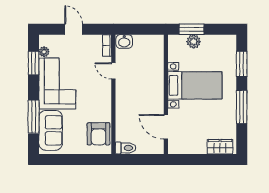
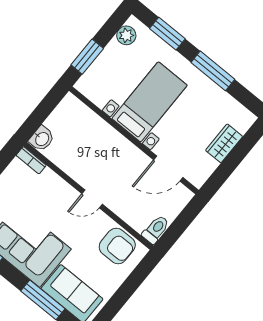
plant: (194, 42) -> (126, 35), moved
door: (113, 71) -> (92, 199), moved
wardrobe: (220, 147) -> (224, 143), moved

